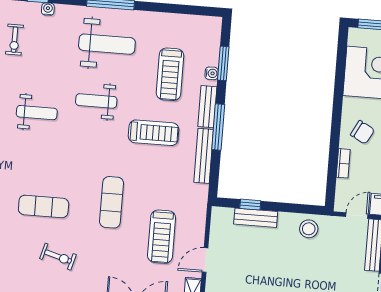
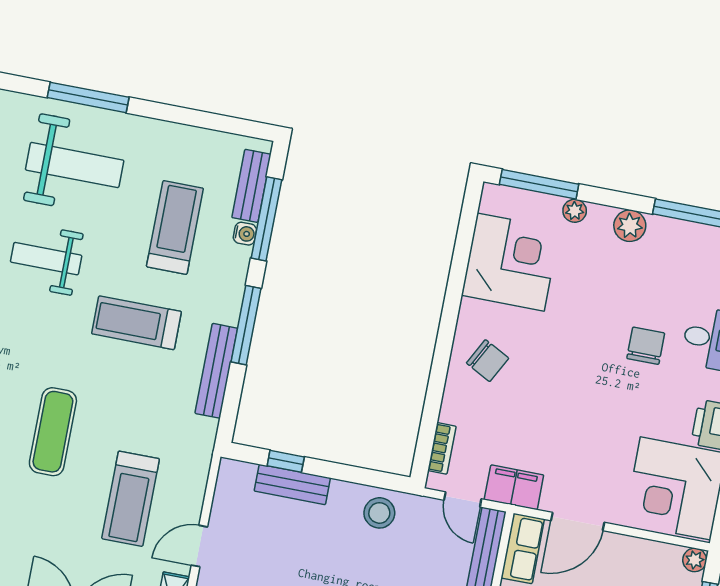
window: (223, 63) -> (266, 219), width x1.44
treadmill: (170, 74) -> (175, 227), turned 180
bench: (207, 107) -> (251, 186), moved
treadmill: (154, 133) -> (137, 323), turned 180
bookcase: (343, 163) -> (442, 448), moved
door: (357, 216) -> (463, 499), swing flipped

